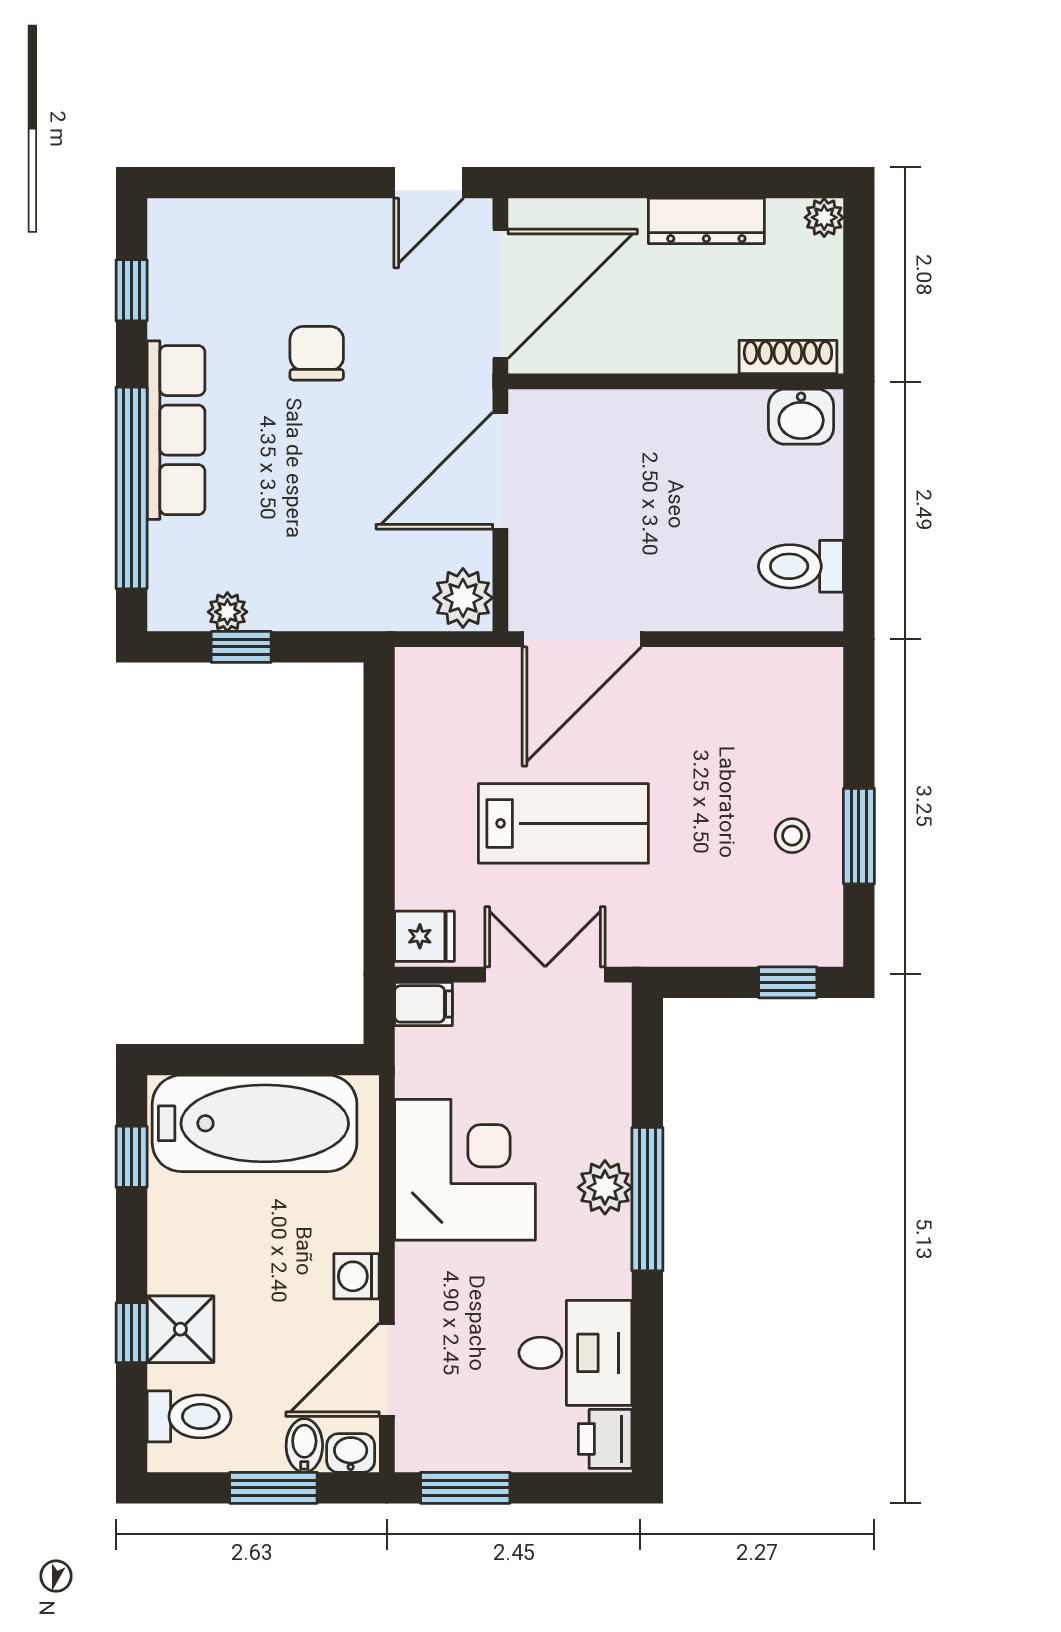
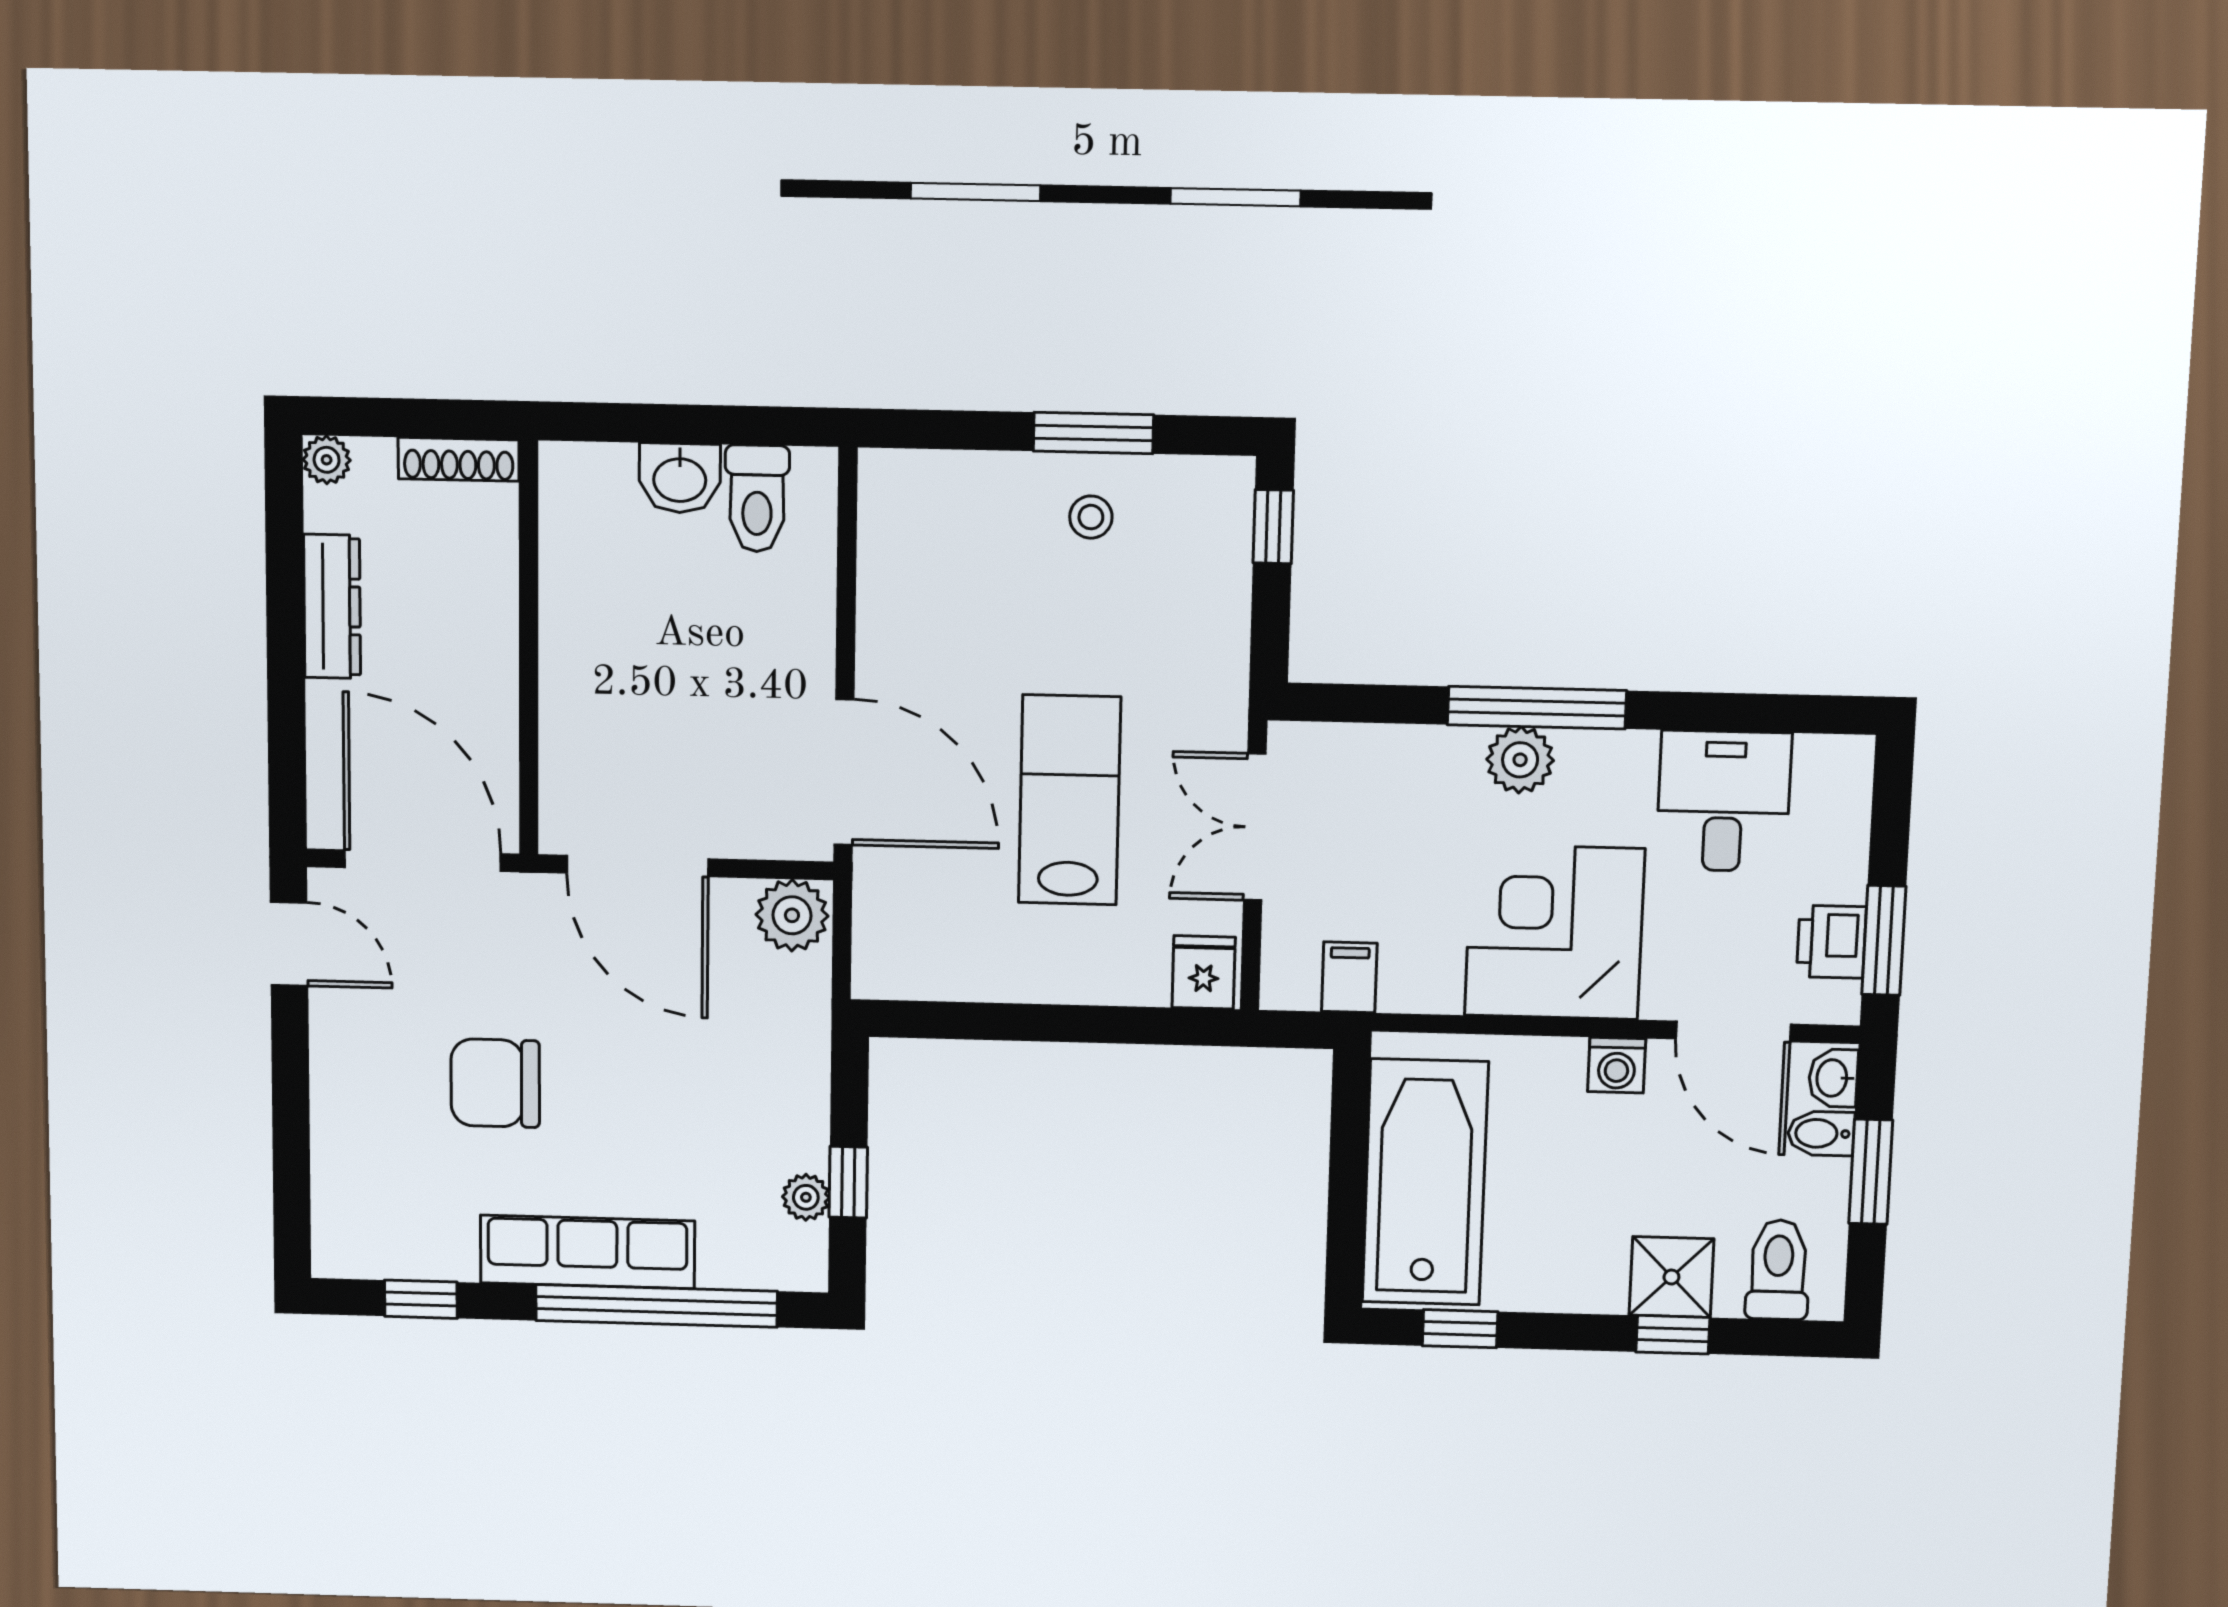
chair: (317, 353) -> (495, 1083), width x1.37, depth x1.37
shoe rack: (788, 357) -> (459, 459), moved, turned -90
washbasin: (801, 417) -> (680, 478), moved, turned 90
filing cabinet: (424, 1004) -> (1349, 977), moved
corner desk: (465, 1170) -> (1554, 932), moved
printer: (605, 1439) -> (1831, 942), moved, turned 90

